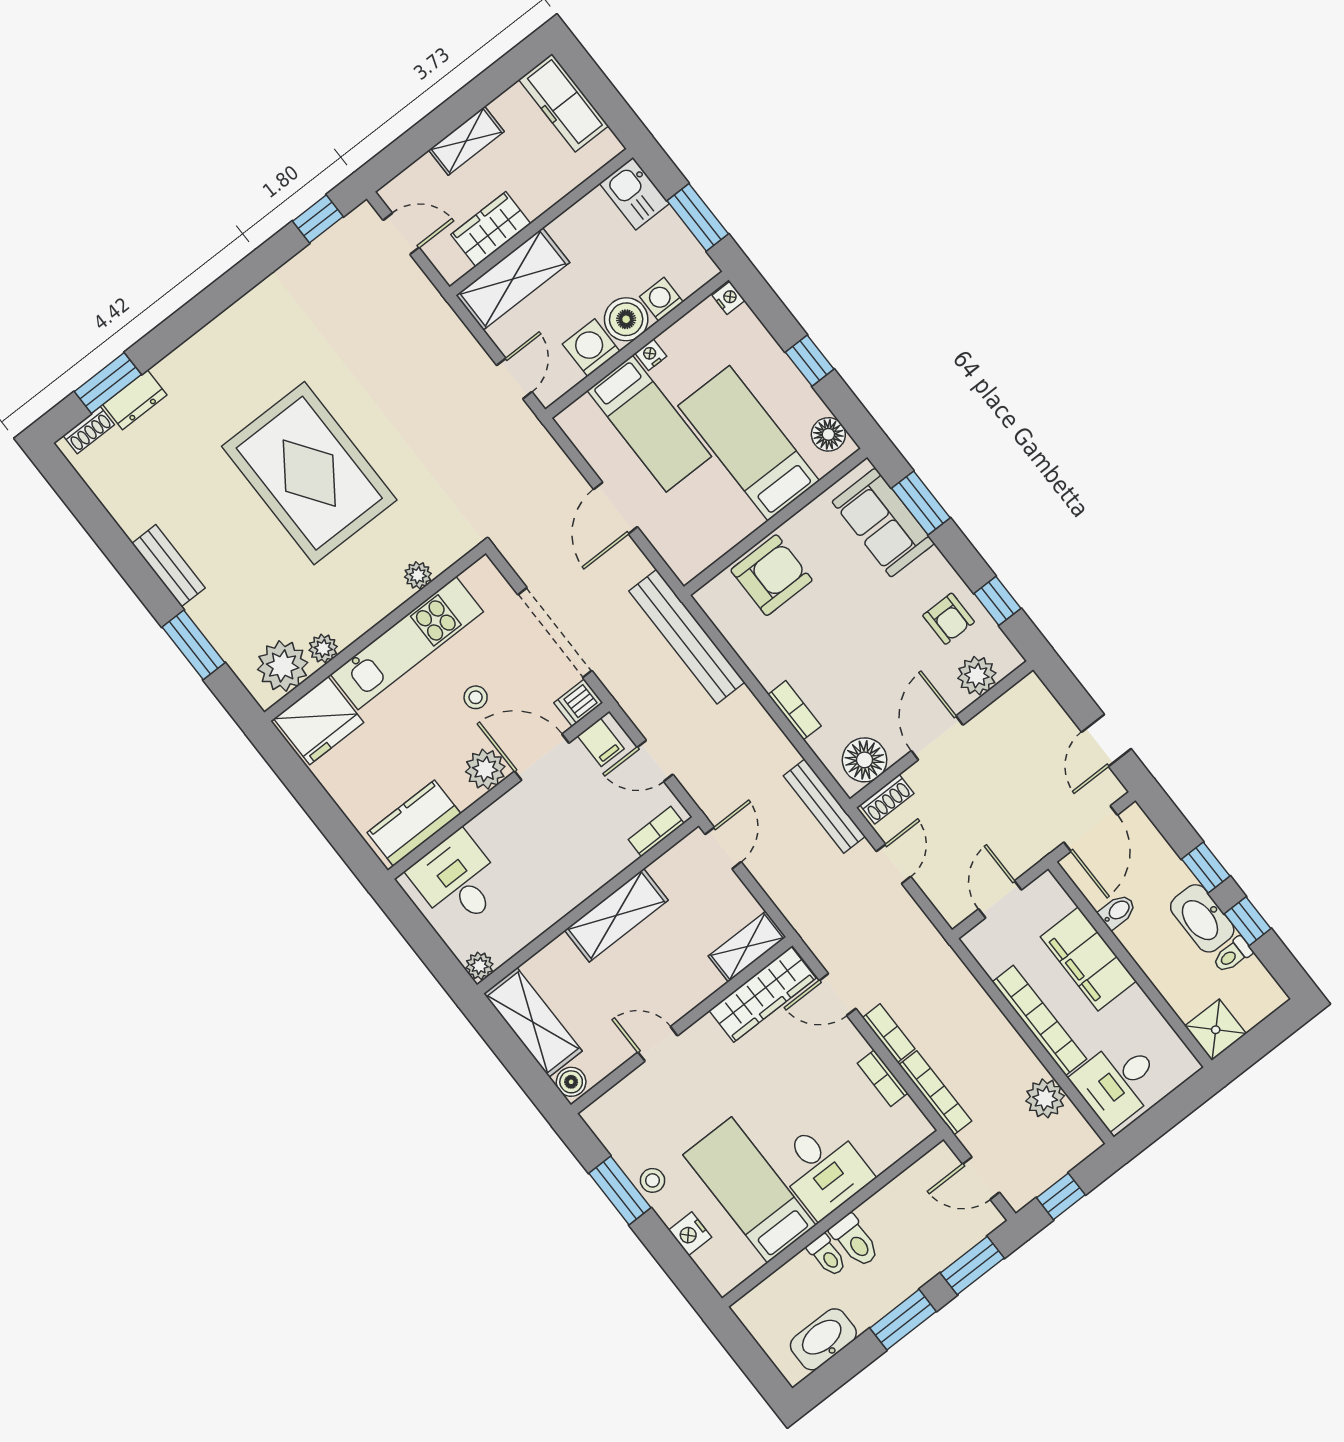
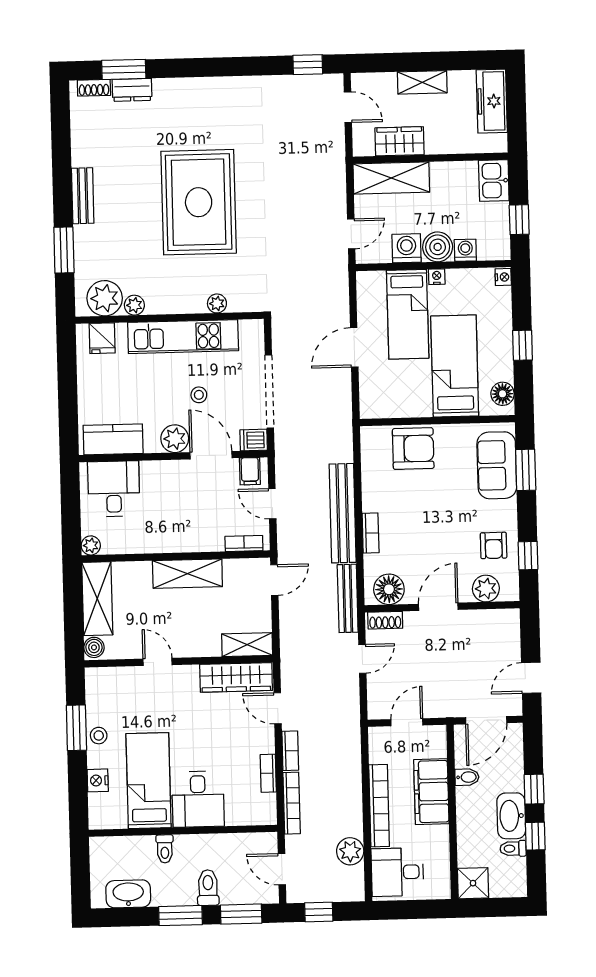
window: (698, 217) -> (519, 220), width x0.67
bench: (687, 637) -> (343, 513), moved
fridge: (319, 721) -> (102, 338), width x0.53, depth x0.75
toilet: (855, 1241) -> (208, 888), moved, turned 180

